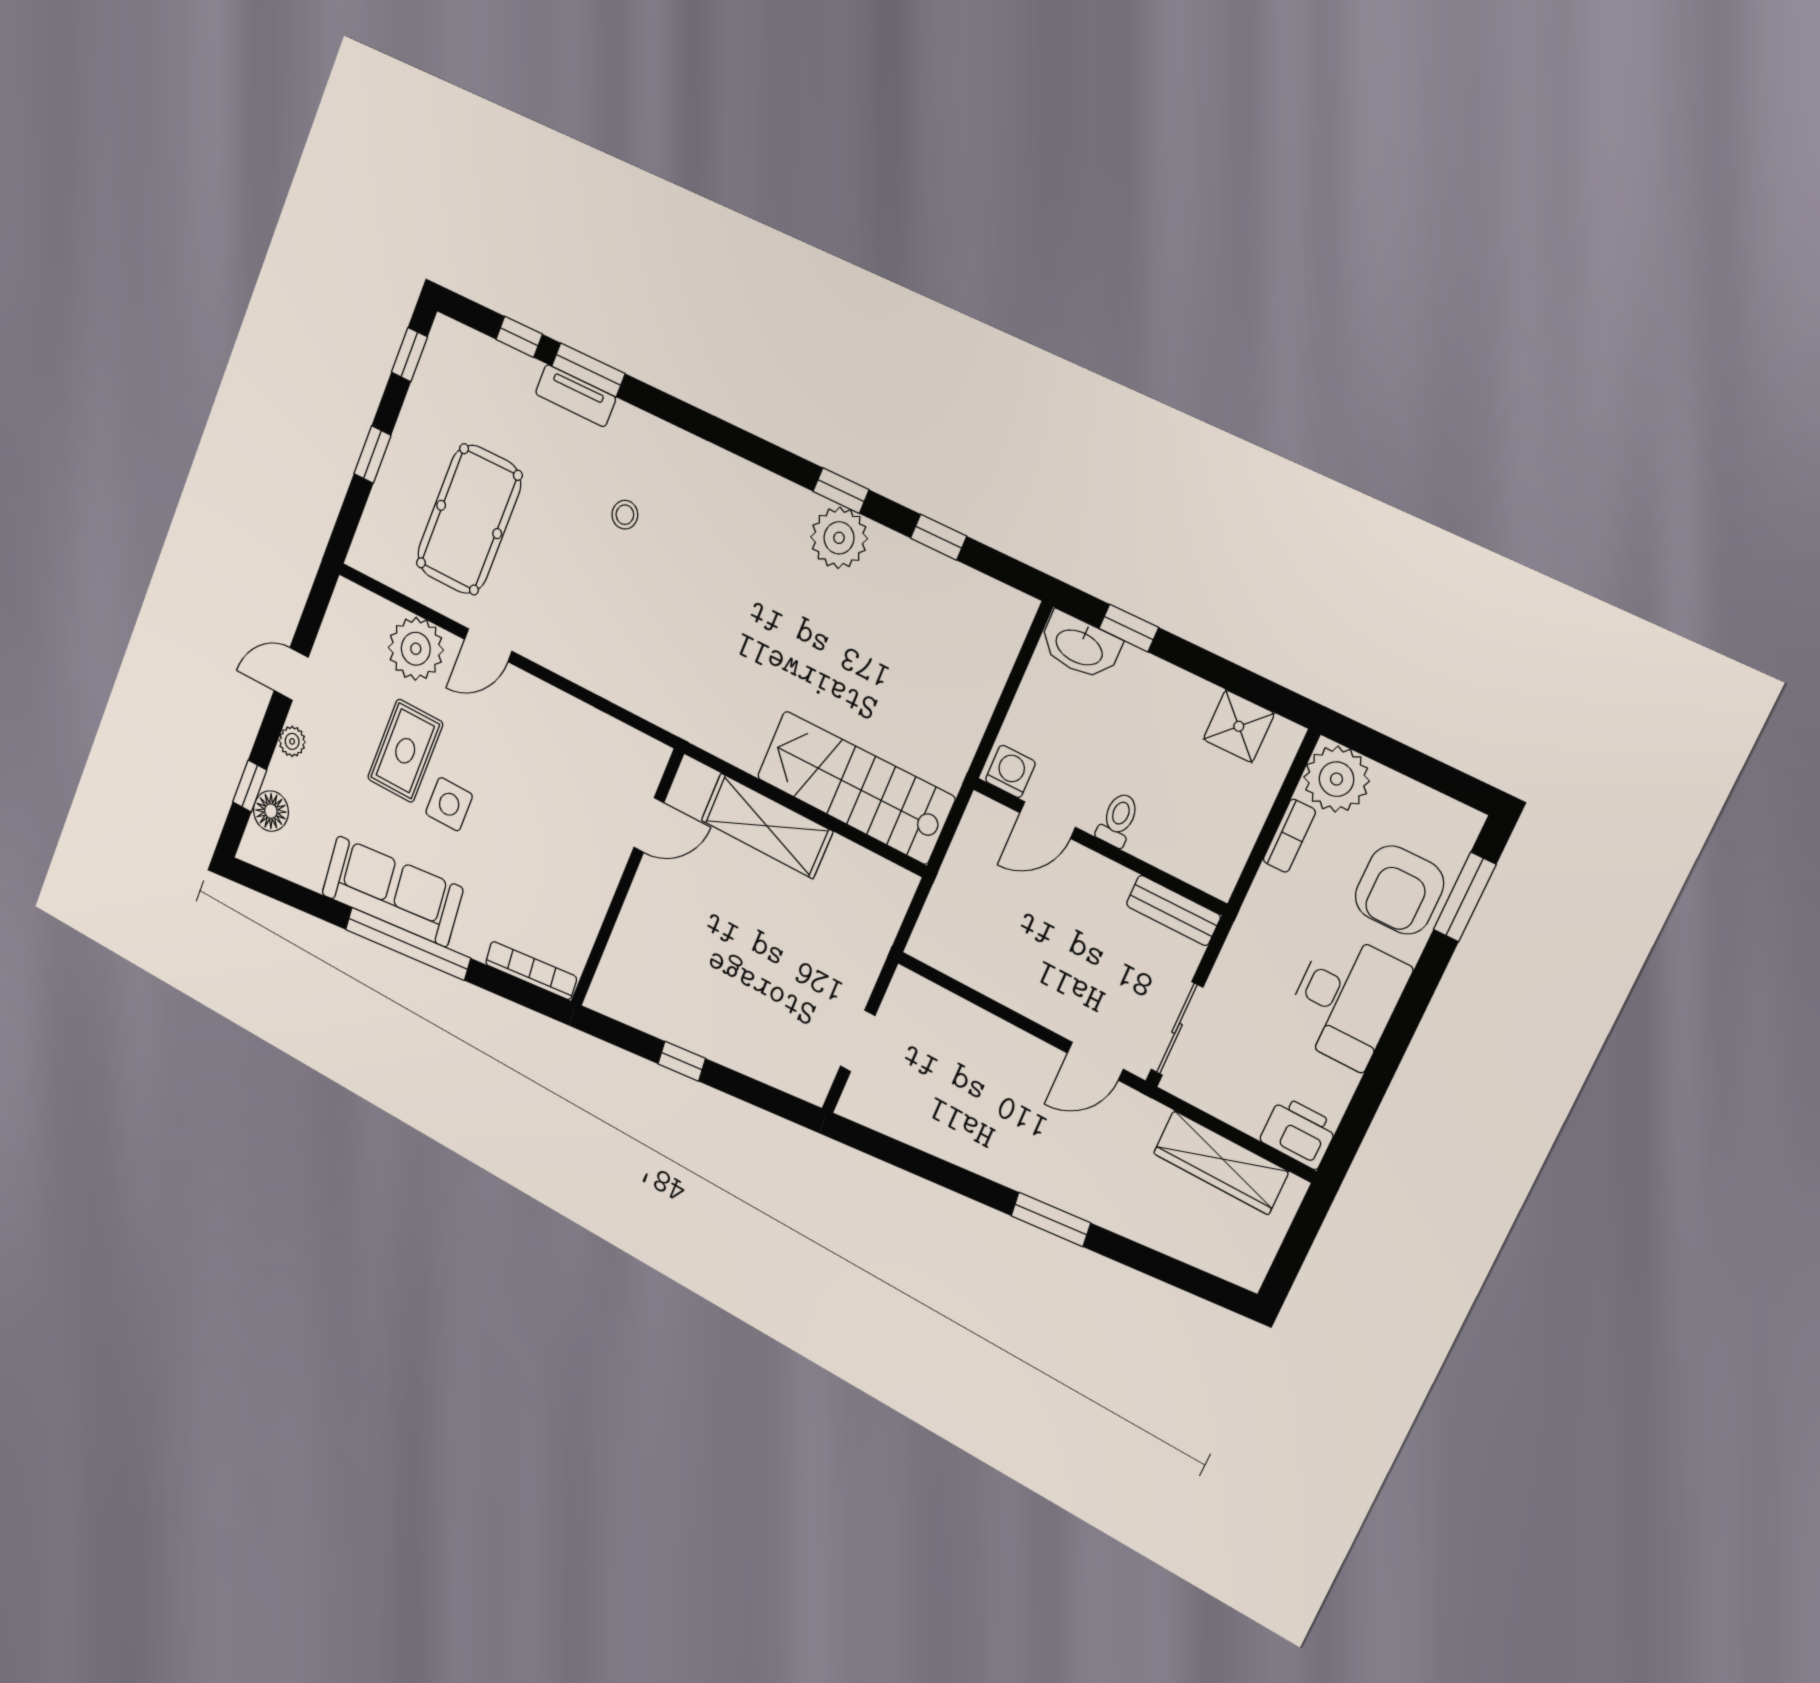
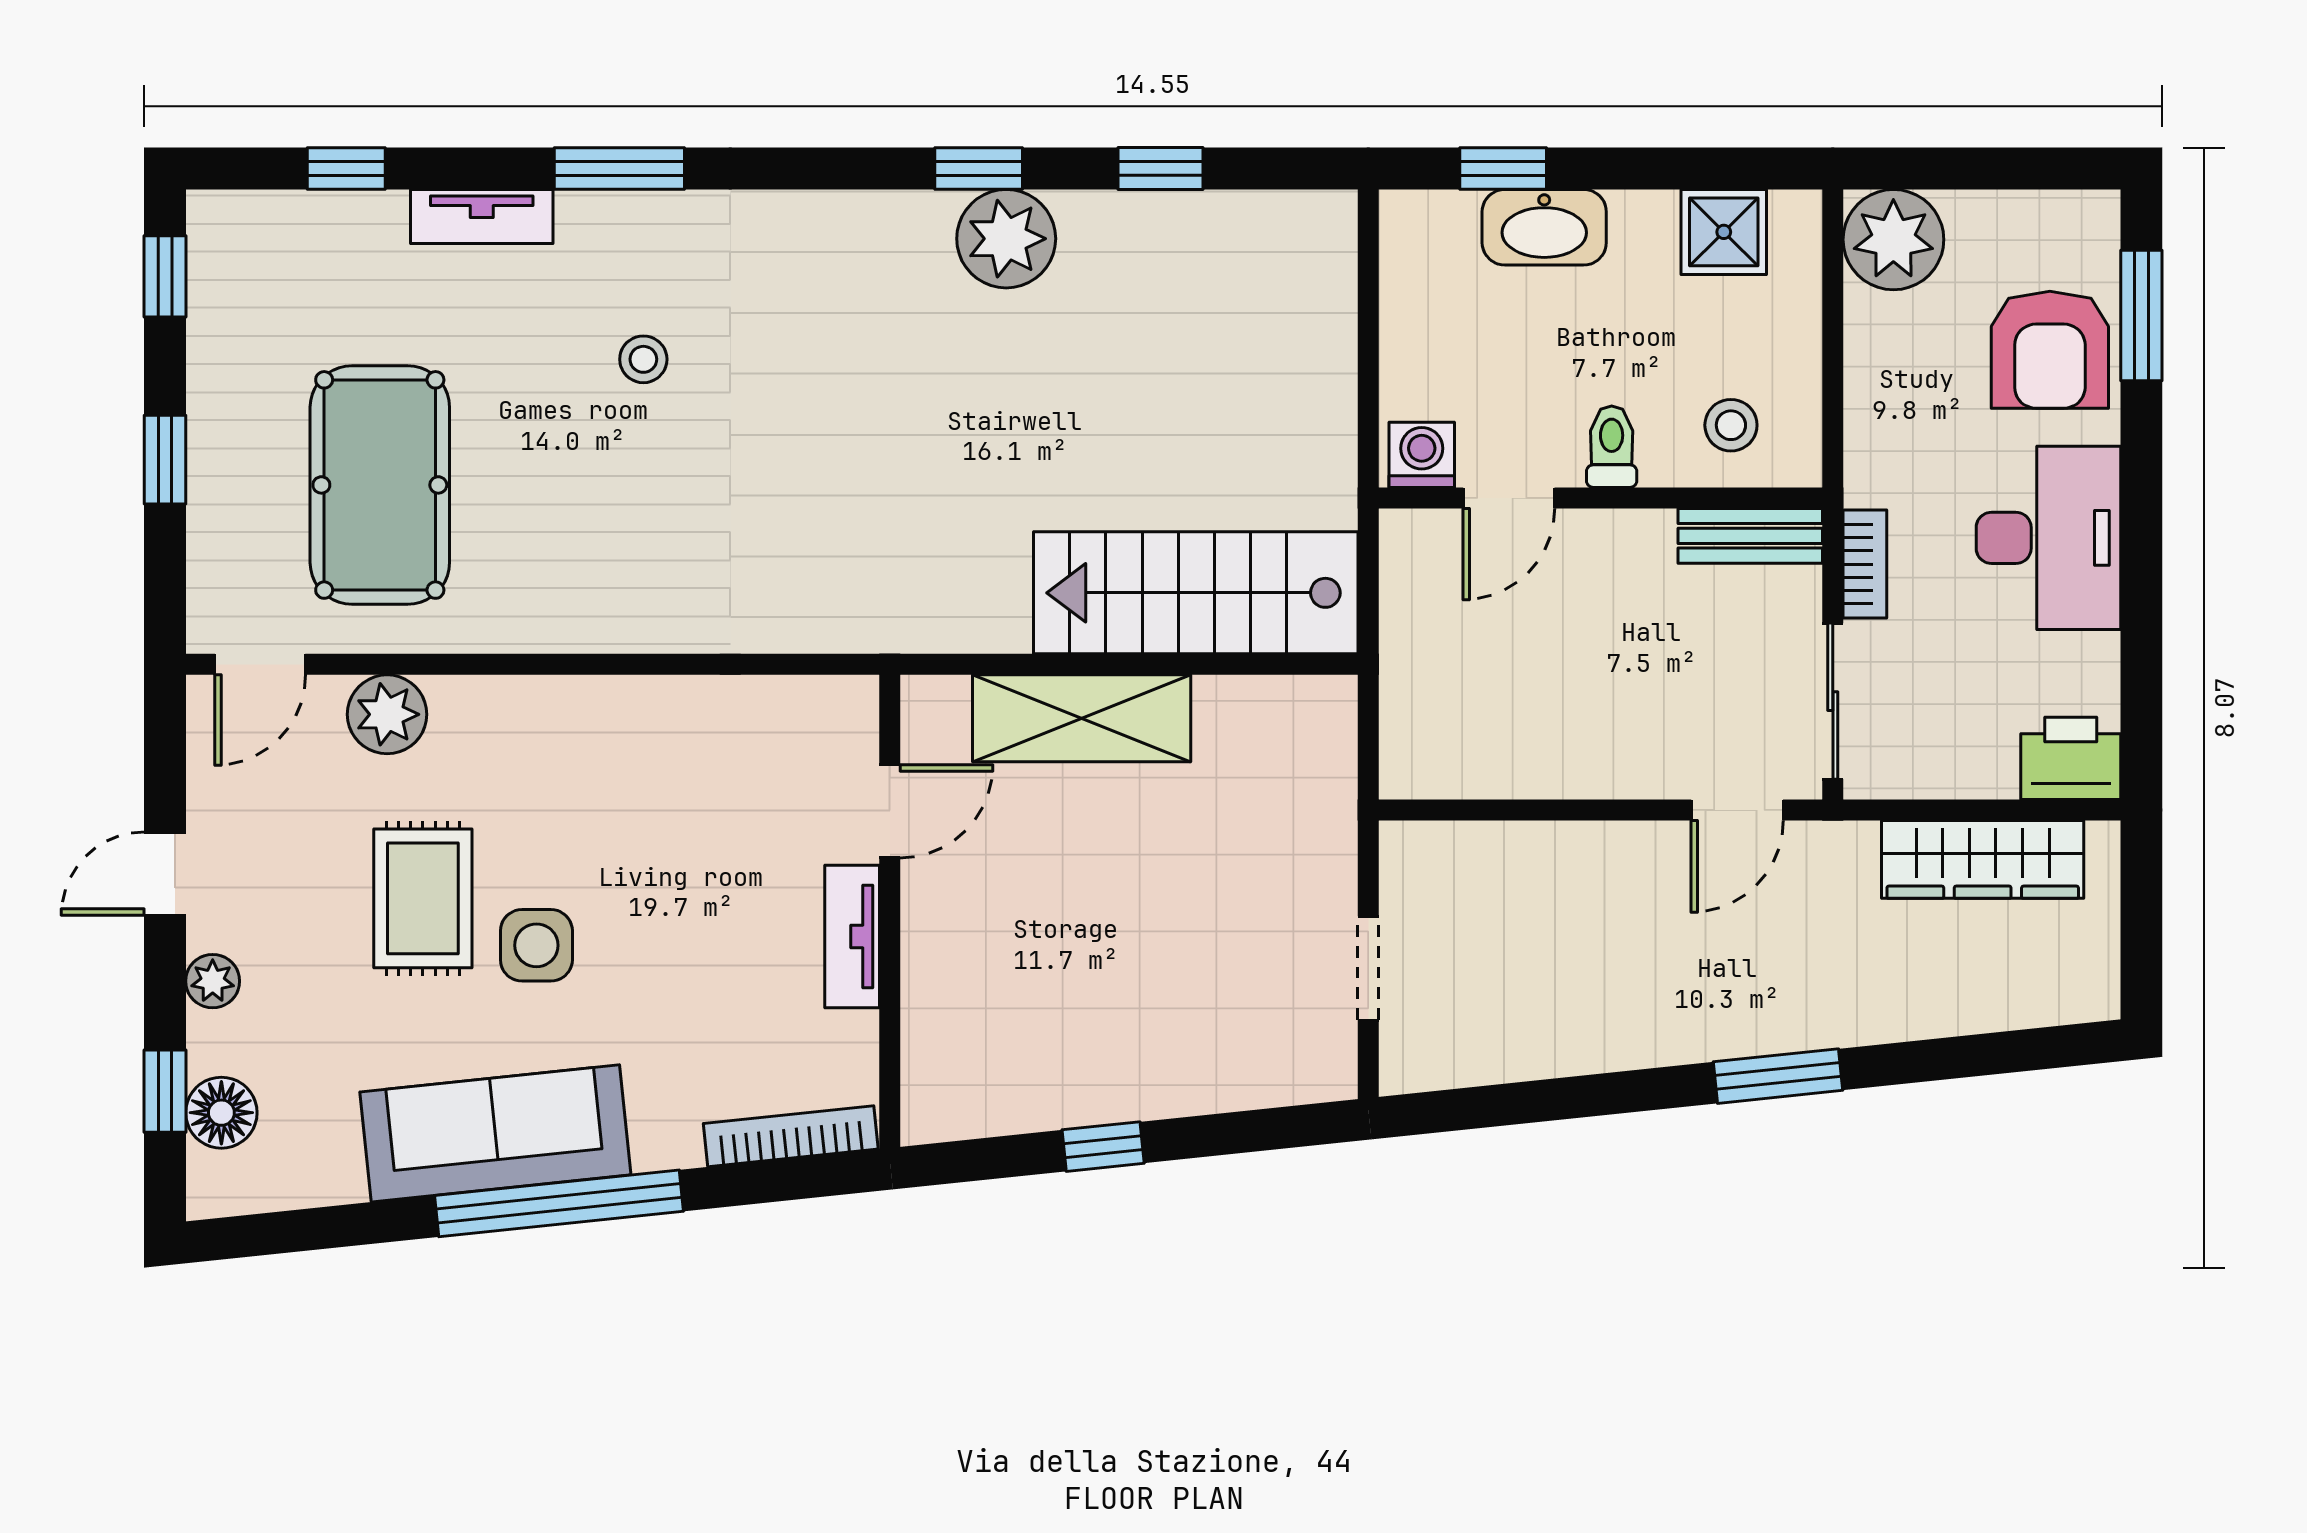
window: (588, 370) -> (619, 169), moved
door: (488, 645) -> (260, 664), moved
washbasin: (1080, 646) -> (1544, 227), moved
plant: (416, 649) -> (387, 714), width x0.73, depth x0.73
bookcase: (1289, 836) -> (1865, 564), moved
stool: (1191, 841) -> (1731, 425), added
tv unit: (603, 882) -> (852, 937), added

